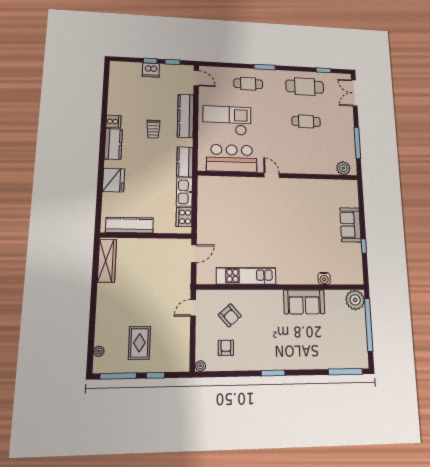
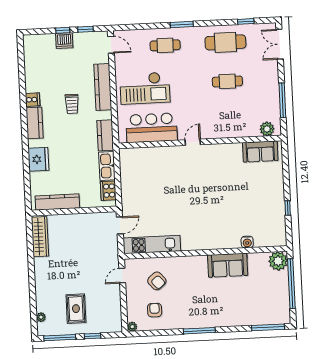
checkout: (227, 121) -> (145, 88), turned 180
door: (272, 175) -> (193, 142), hinge flipped
sofa: (350, 225) -> (260, 152), moved, turned -90
kitchen unit: (246, 276) -> (152, 244), moved
window: (273, 373) -> (199, 331), width x1.44

